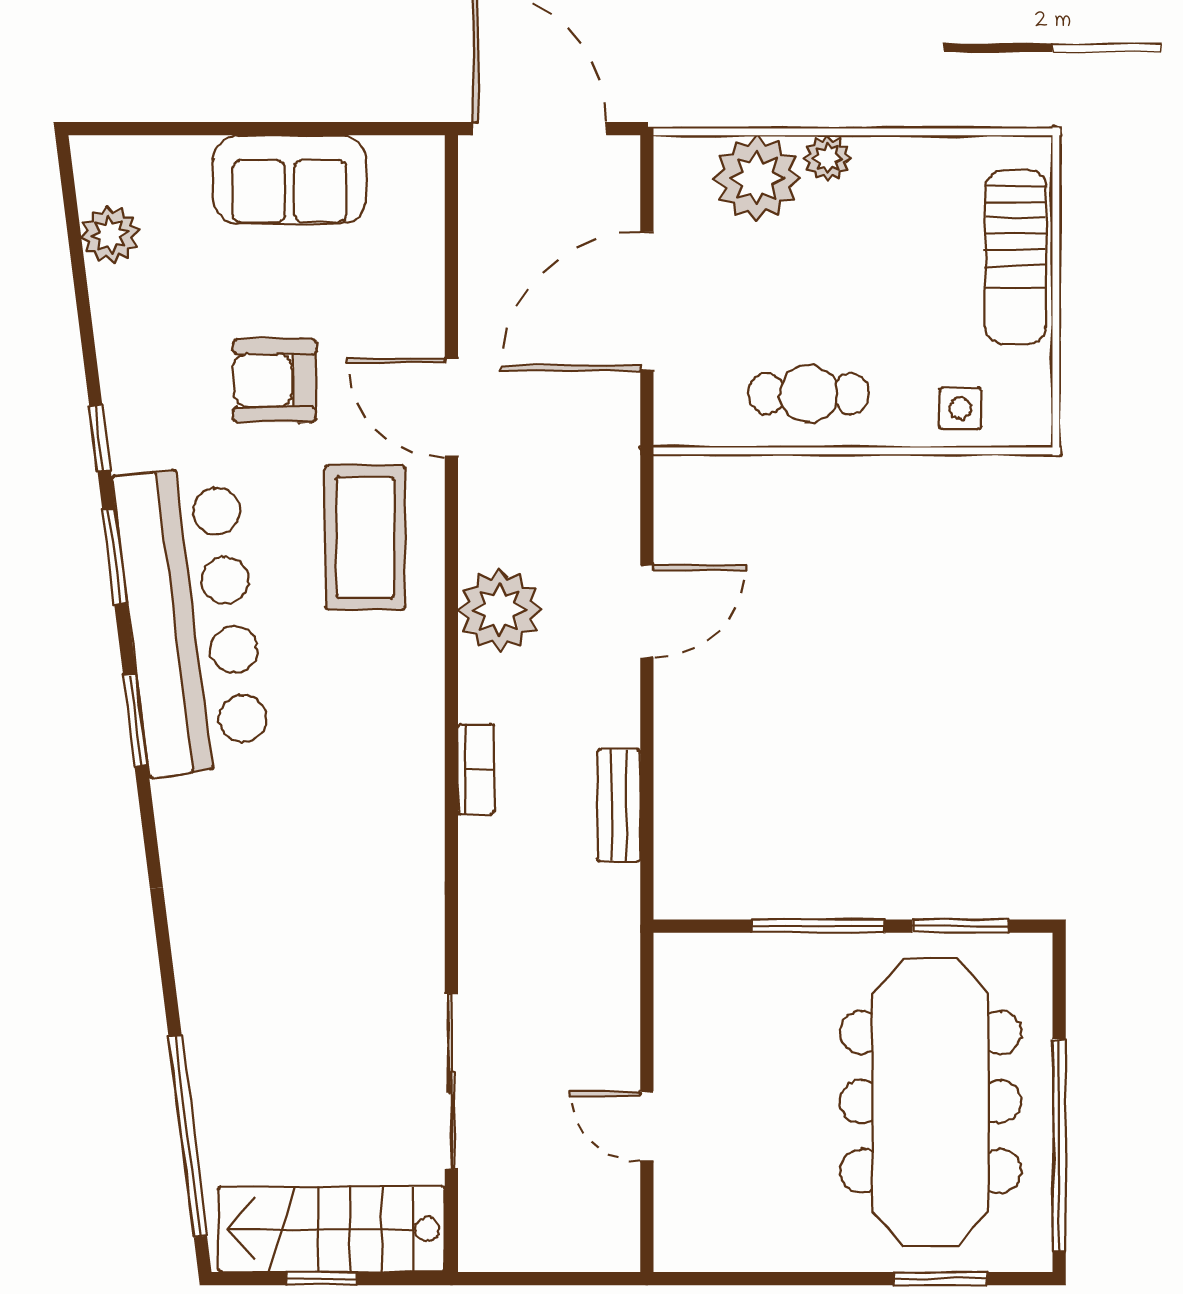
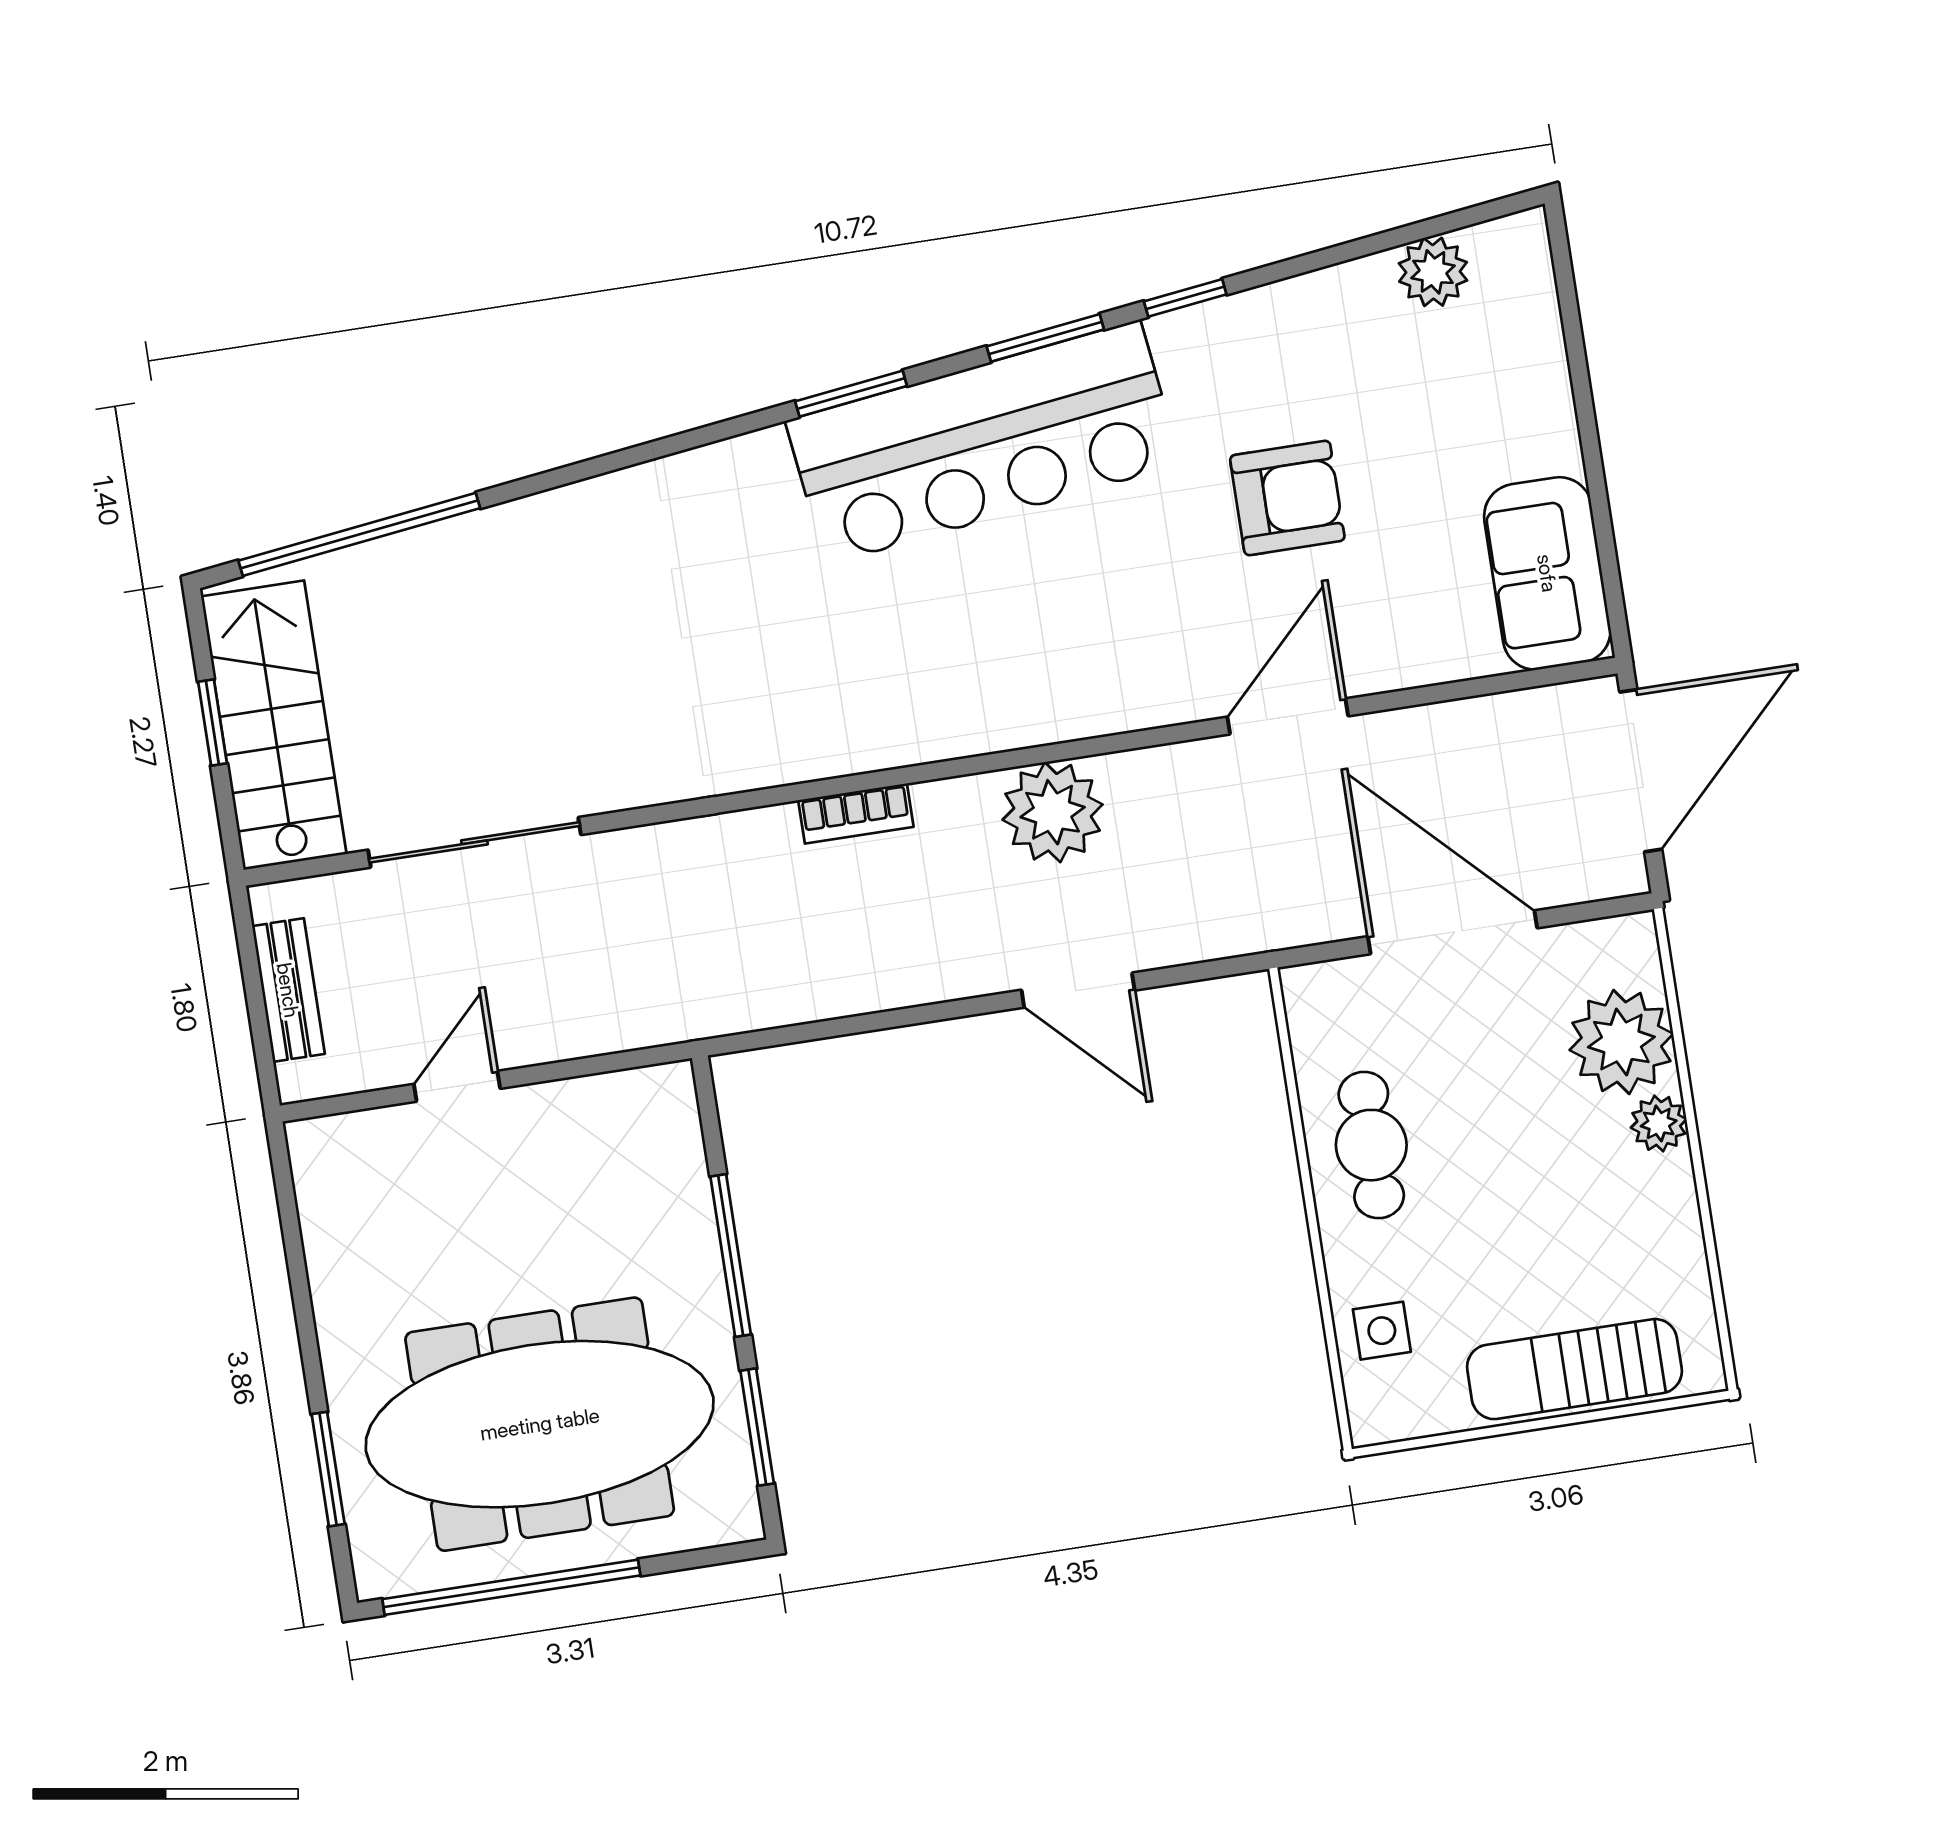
sofa: (290, 179) -> (1547, 573), moved
armchair: (275, 381) -> (1287, 498), turned 90
coffee table: (365, 537) -> (1115, 636), removed
bench: (619, 805) -> (288, 990), moved, turned 90

